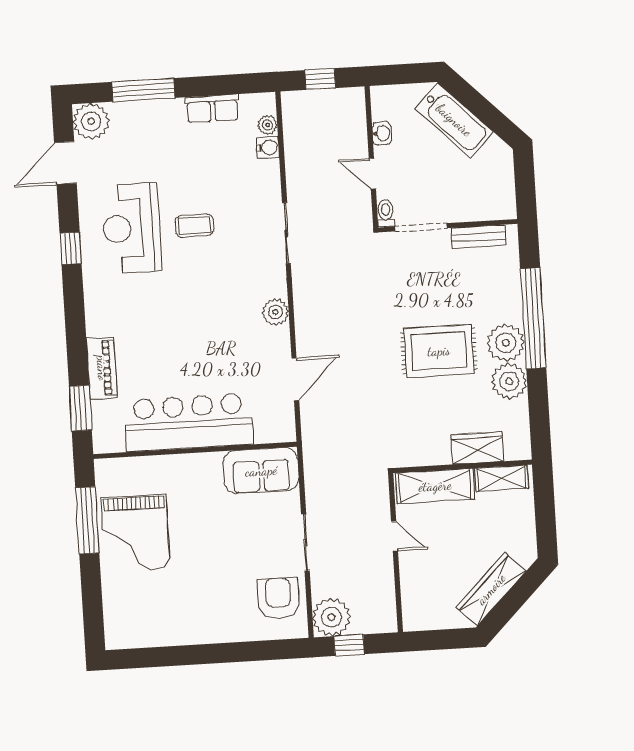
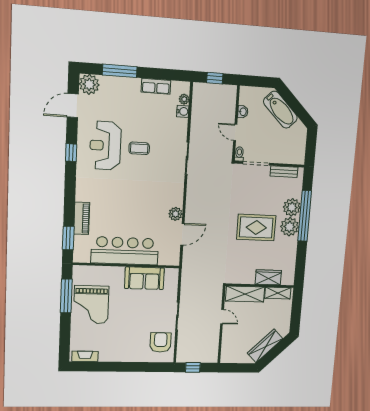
plant: (275, 312) -> (175, 214), moved
plant: (509, 381) -> (292, 207), moved
sofa: (261, 471) -> (144, 278), moved
plant: (331, 617) -> (186, 353), removed
fireplace: (134, 638) -> (85, 356), added

